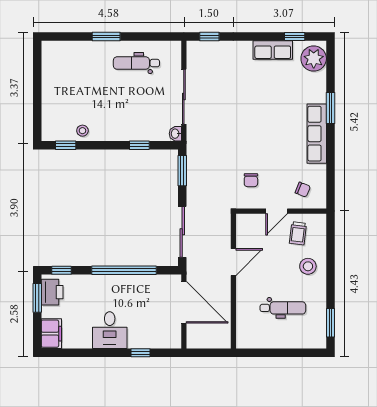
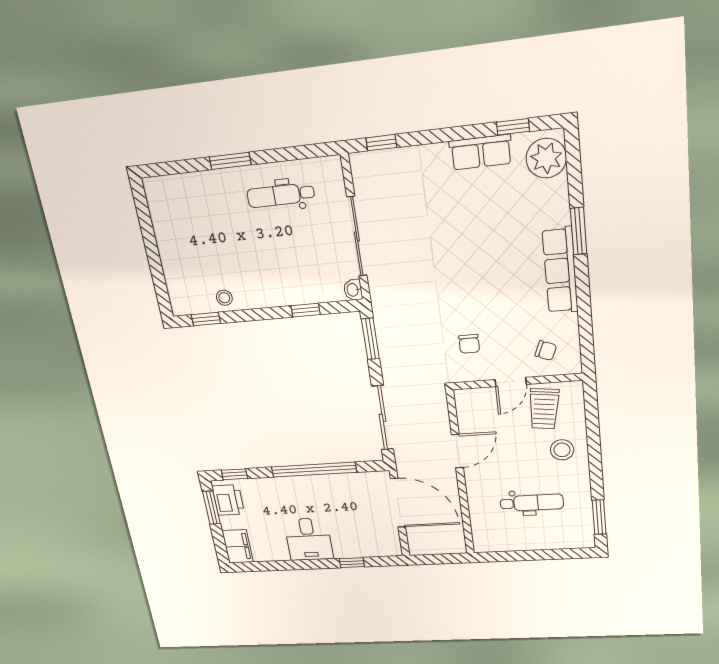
trolley: (298, 233) -> (544, 409), width x1.36, depth x1.39

